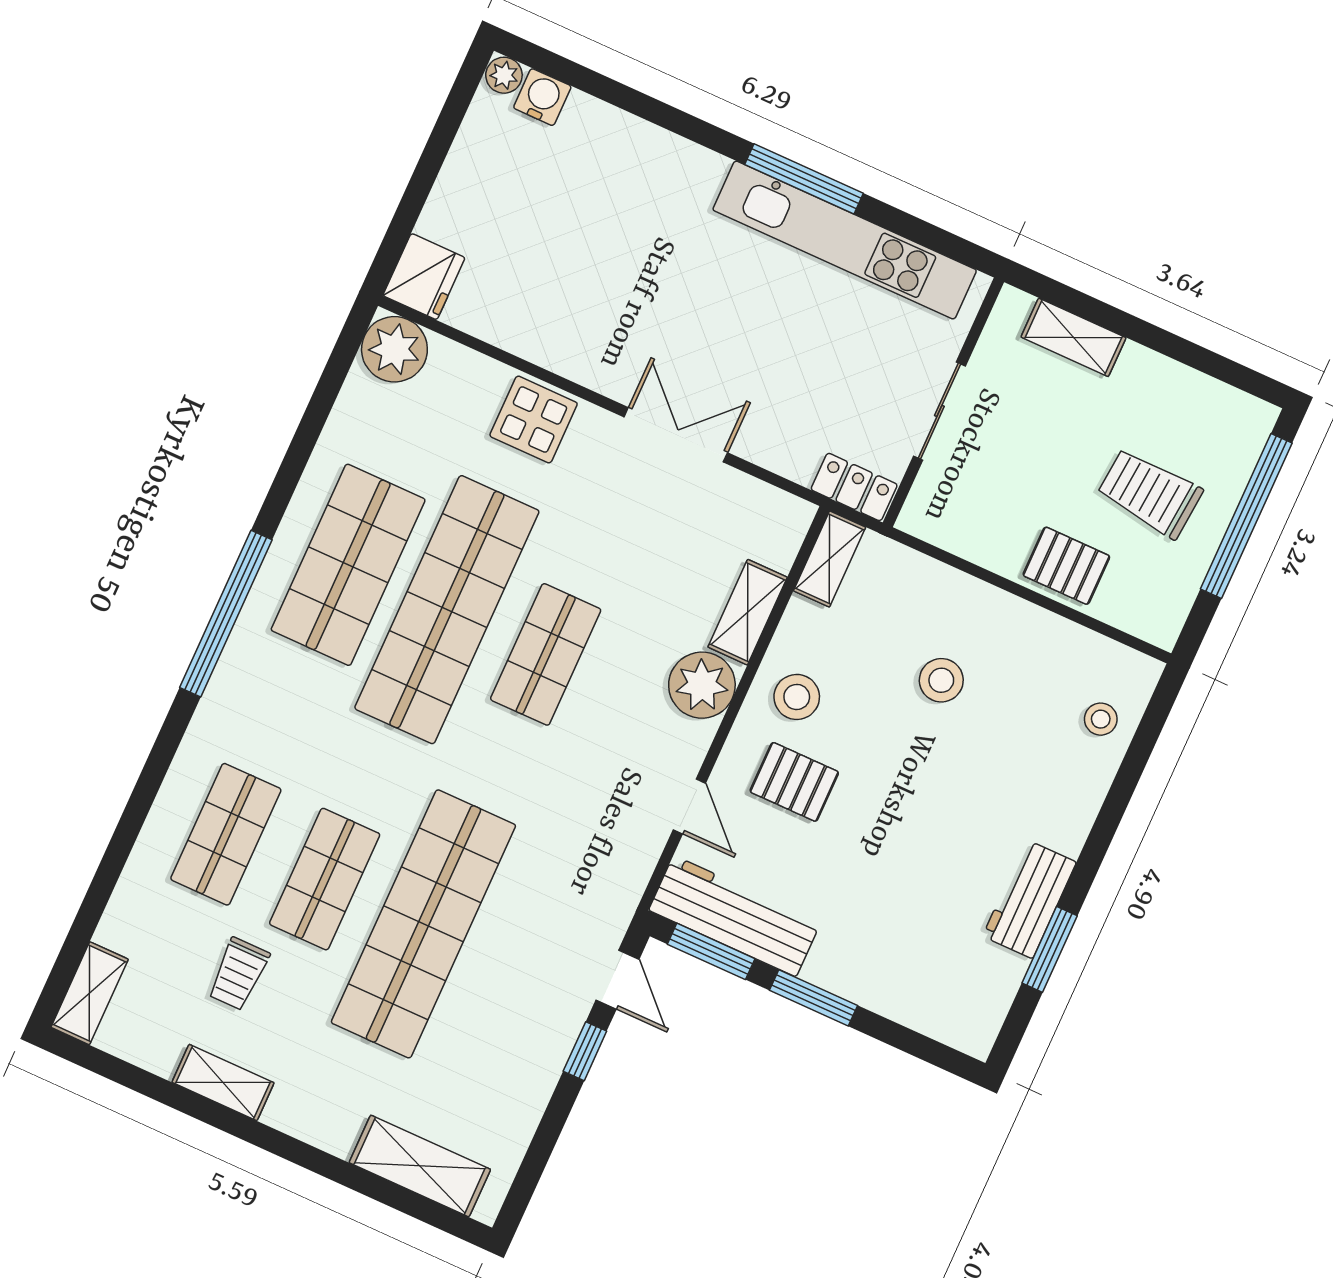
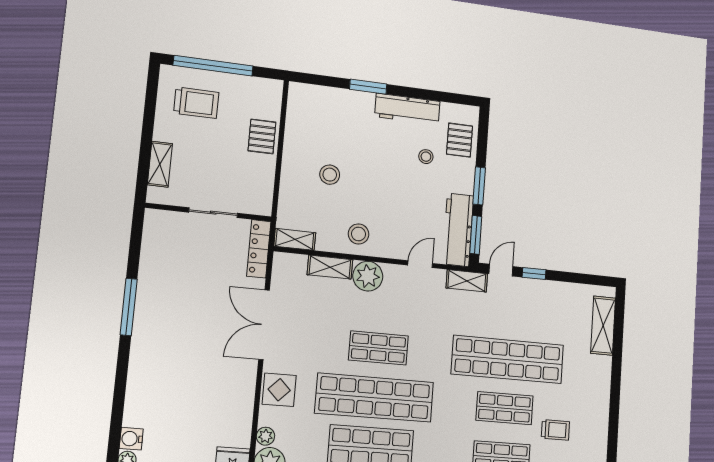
kitchen unit: (845, 240) -> (151, 280), removed
plant: (451, 360) -> (265, 436), added
double door: (676, 435) -> (264, 325), width x1.37
locker: (854, 487) -> (259, 249), width x1.53
trolley: (1150, 493) -> (196, 103), moved, turned -95
stool: (1101, 719) -> (426, 157), moved
pallet: (794, 782) -> (460, 140), moved
workbench: (1029, 899) -> (407, 109), width x1.38
window: (1050, 949) -> (368, 87), moved
shelving: (223, 1083) -> (467, 281), moved, turned 90

